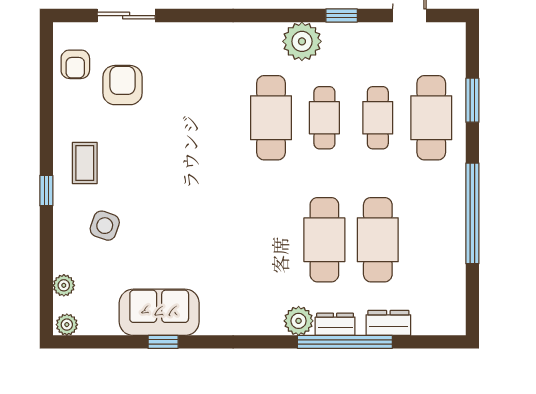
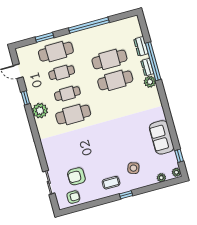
window: (163, 342) -> (179, 156), moved

